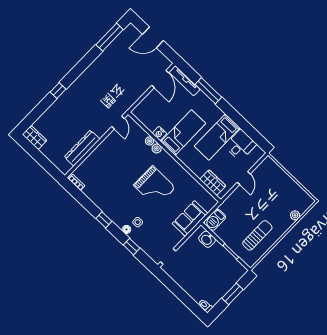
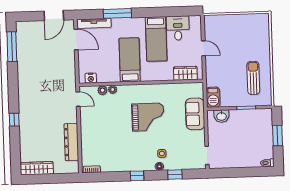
door: (153, 37) -> (54, 16), moved
nightstand: (159, 133) -> (91, 78), moved
wardrobe: (34, 137) -> (37, 168), width x1.50
plant: (157, 148) -> (102, 90), moved
plant: (295, 215) -> (265, 38), removed

